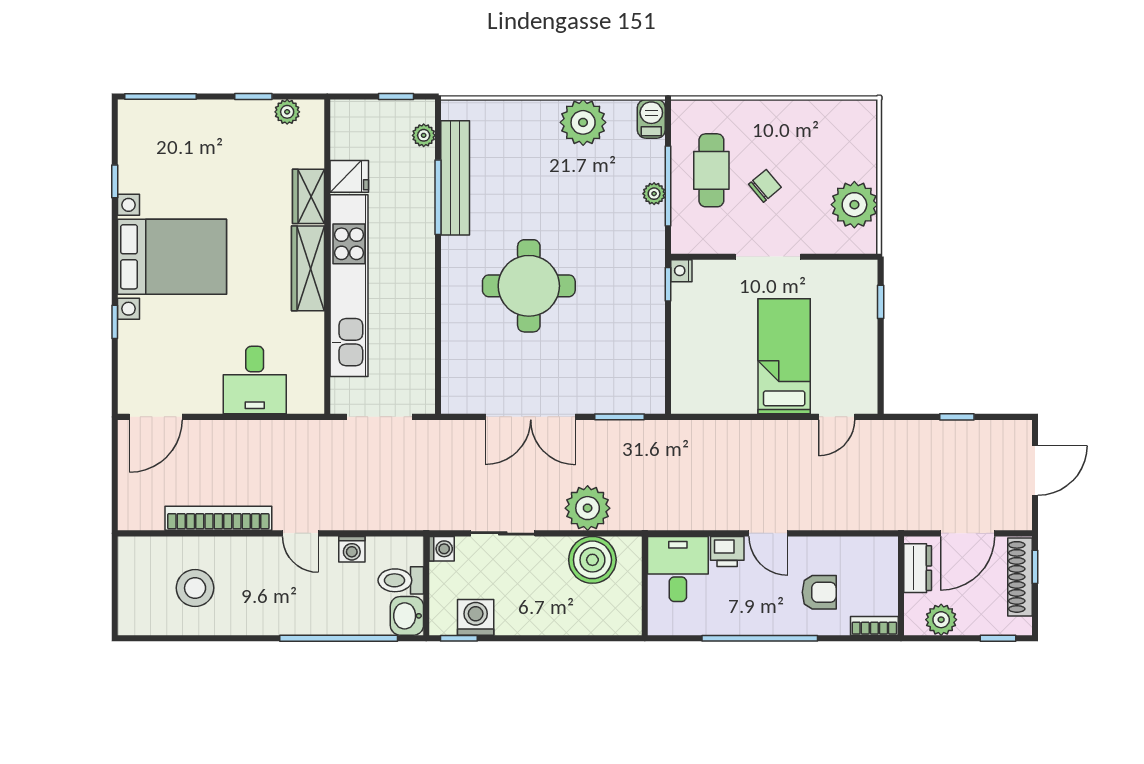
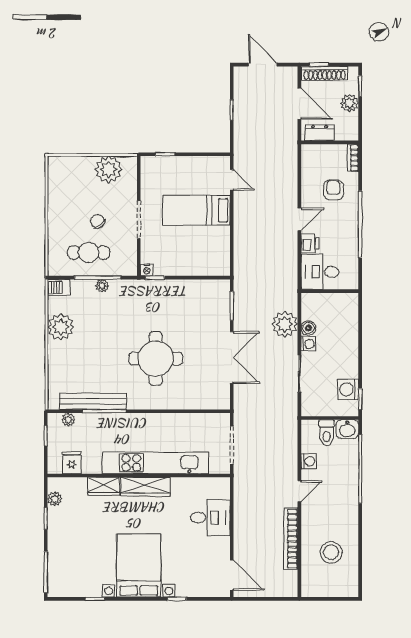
fridge: (349, 176) -> (72, 463), moved
washing machine: (442, 549) -> (308, 344), moved, turned 90
boiler: (592, 560) -> (308, 328), width x0.54, depth x0.54
plant: (941, 620) -> (349, 103), moved

